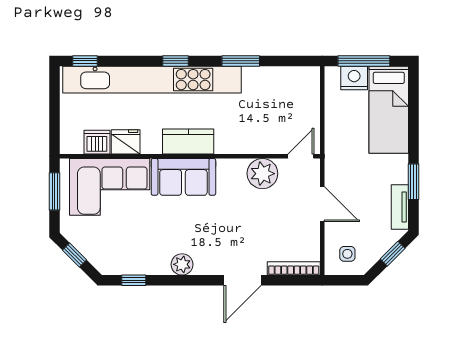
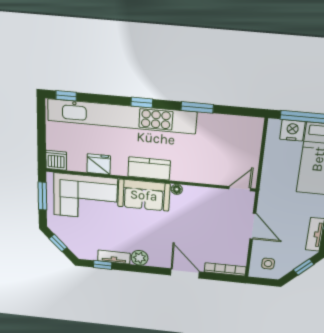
dishwasher: (97, 142) -> (56, 160), moved
floor lamp: (224, 165) -> (177, 189), added
plant: (262, 174) -> (207, 199), removed
tv unit: (149, 267) -> (114, 257), added
door: (243, 280) -> (185, 273), swing flipped

